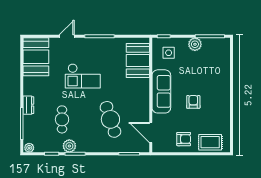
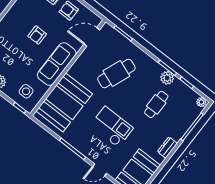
booth: (138, 61) -> (64, 102), width x1.36, depth x1.42
dresser: (28, 105) -> (167, 147), moved
cafe table: (110, 119) -> (116, 73), turned 39
door: (151, 133) -> (92, 37), swing flipped

